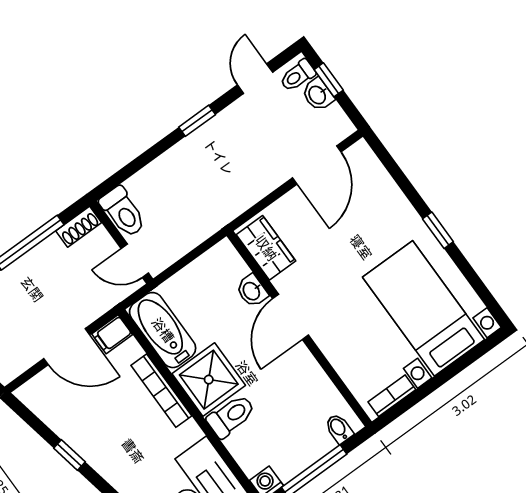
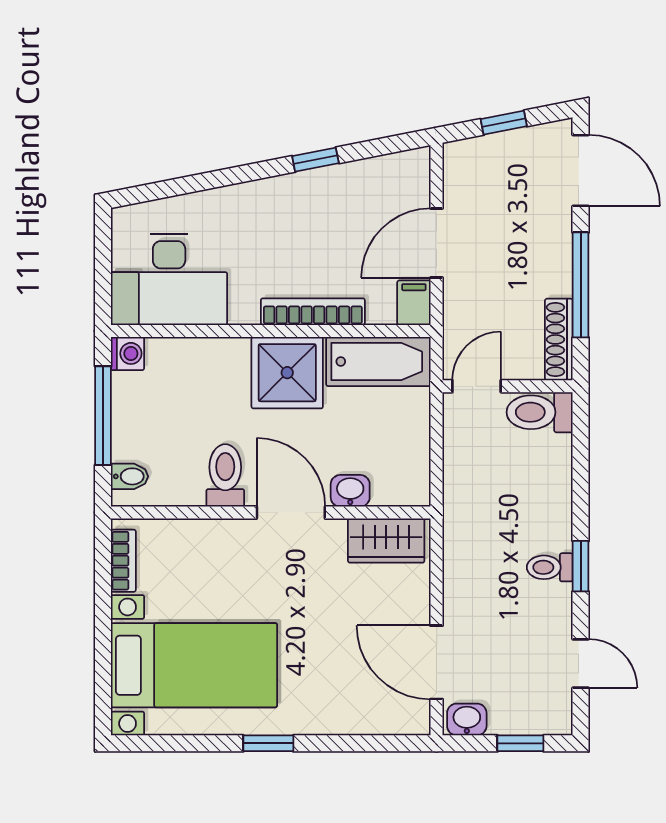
toilet: (298, 76) -> (550, 567), moved, turned -90
washbasin: (318, 95) -> (467, 719), moved
shoe rack: (79, 227) -> (559, 339), width x1.43
toilet: (231, 416) -> (225, 475), moved, turned 180

